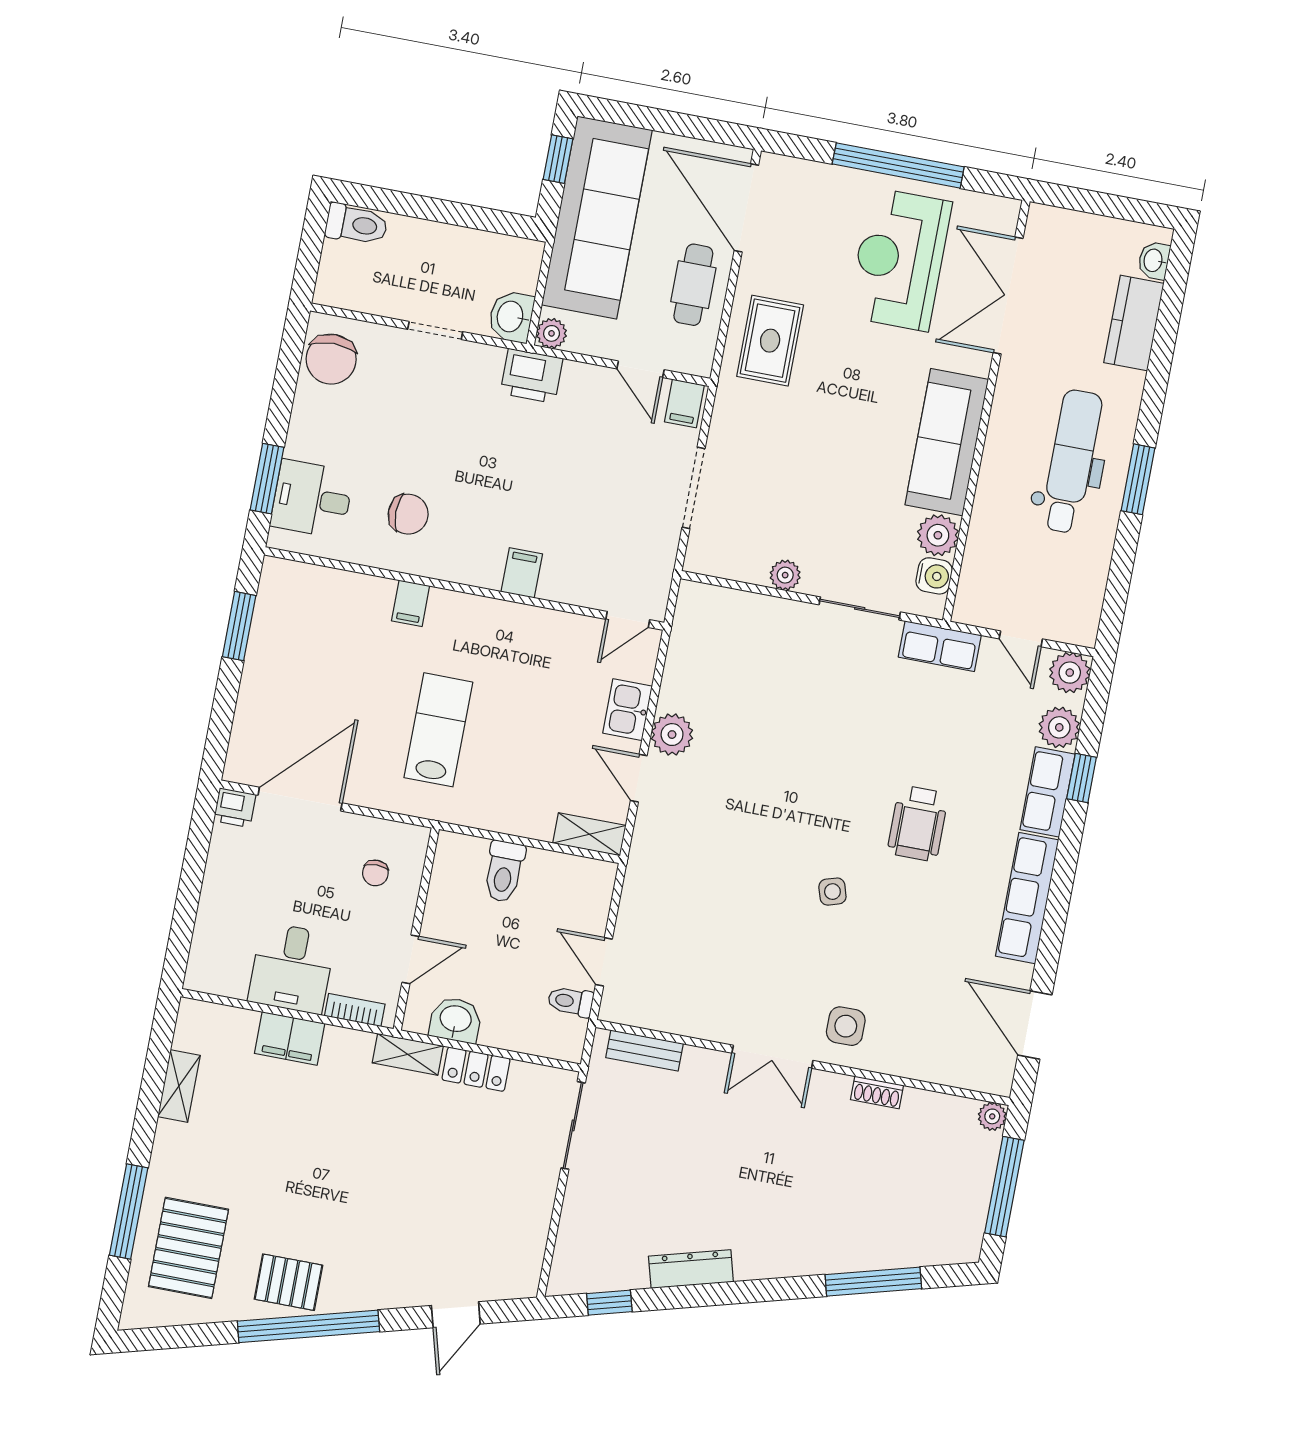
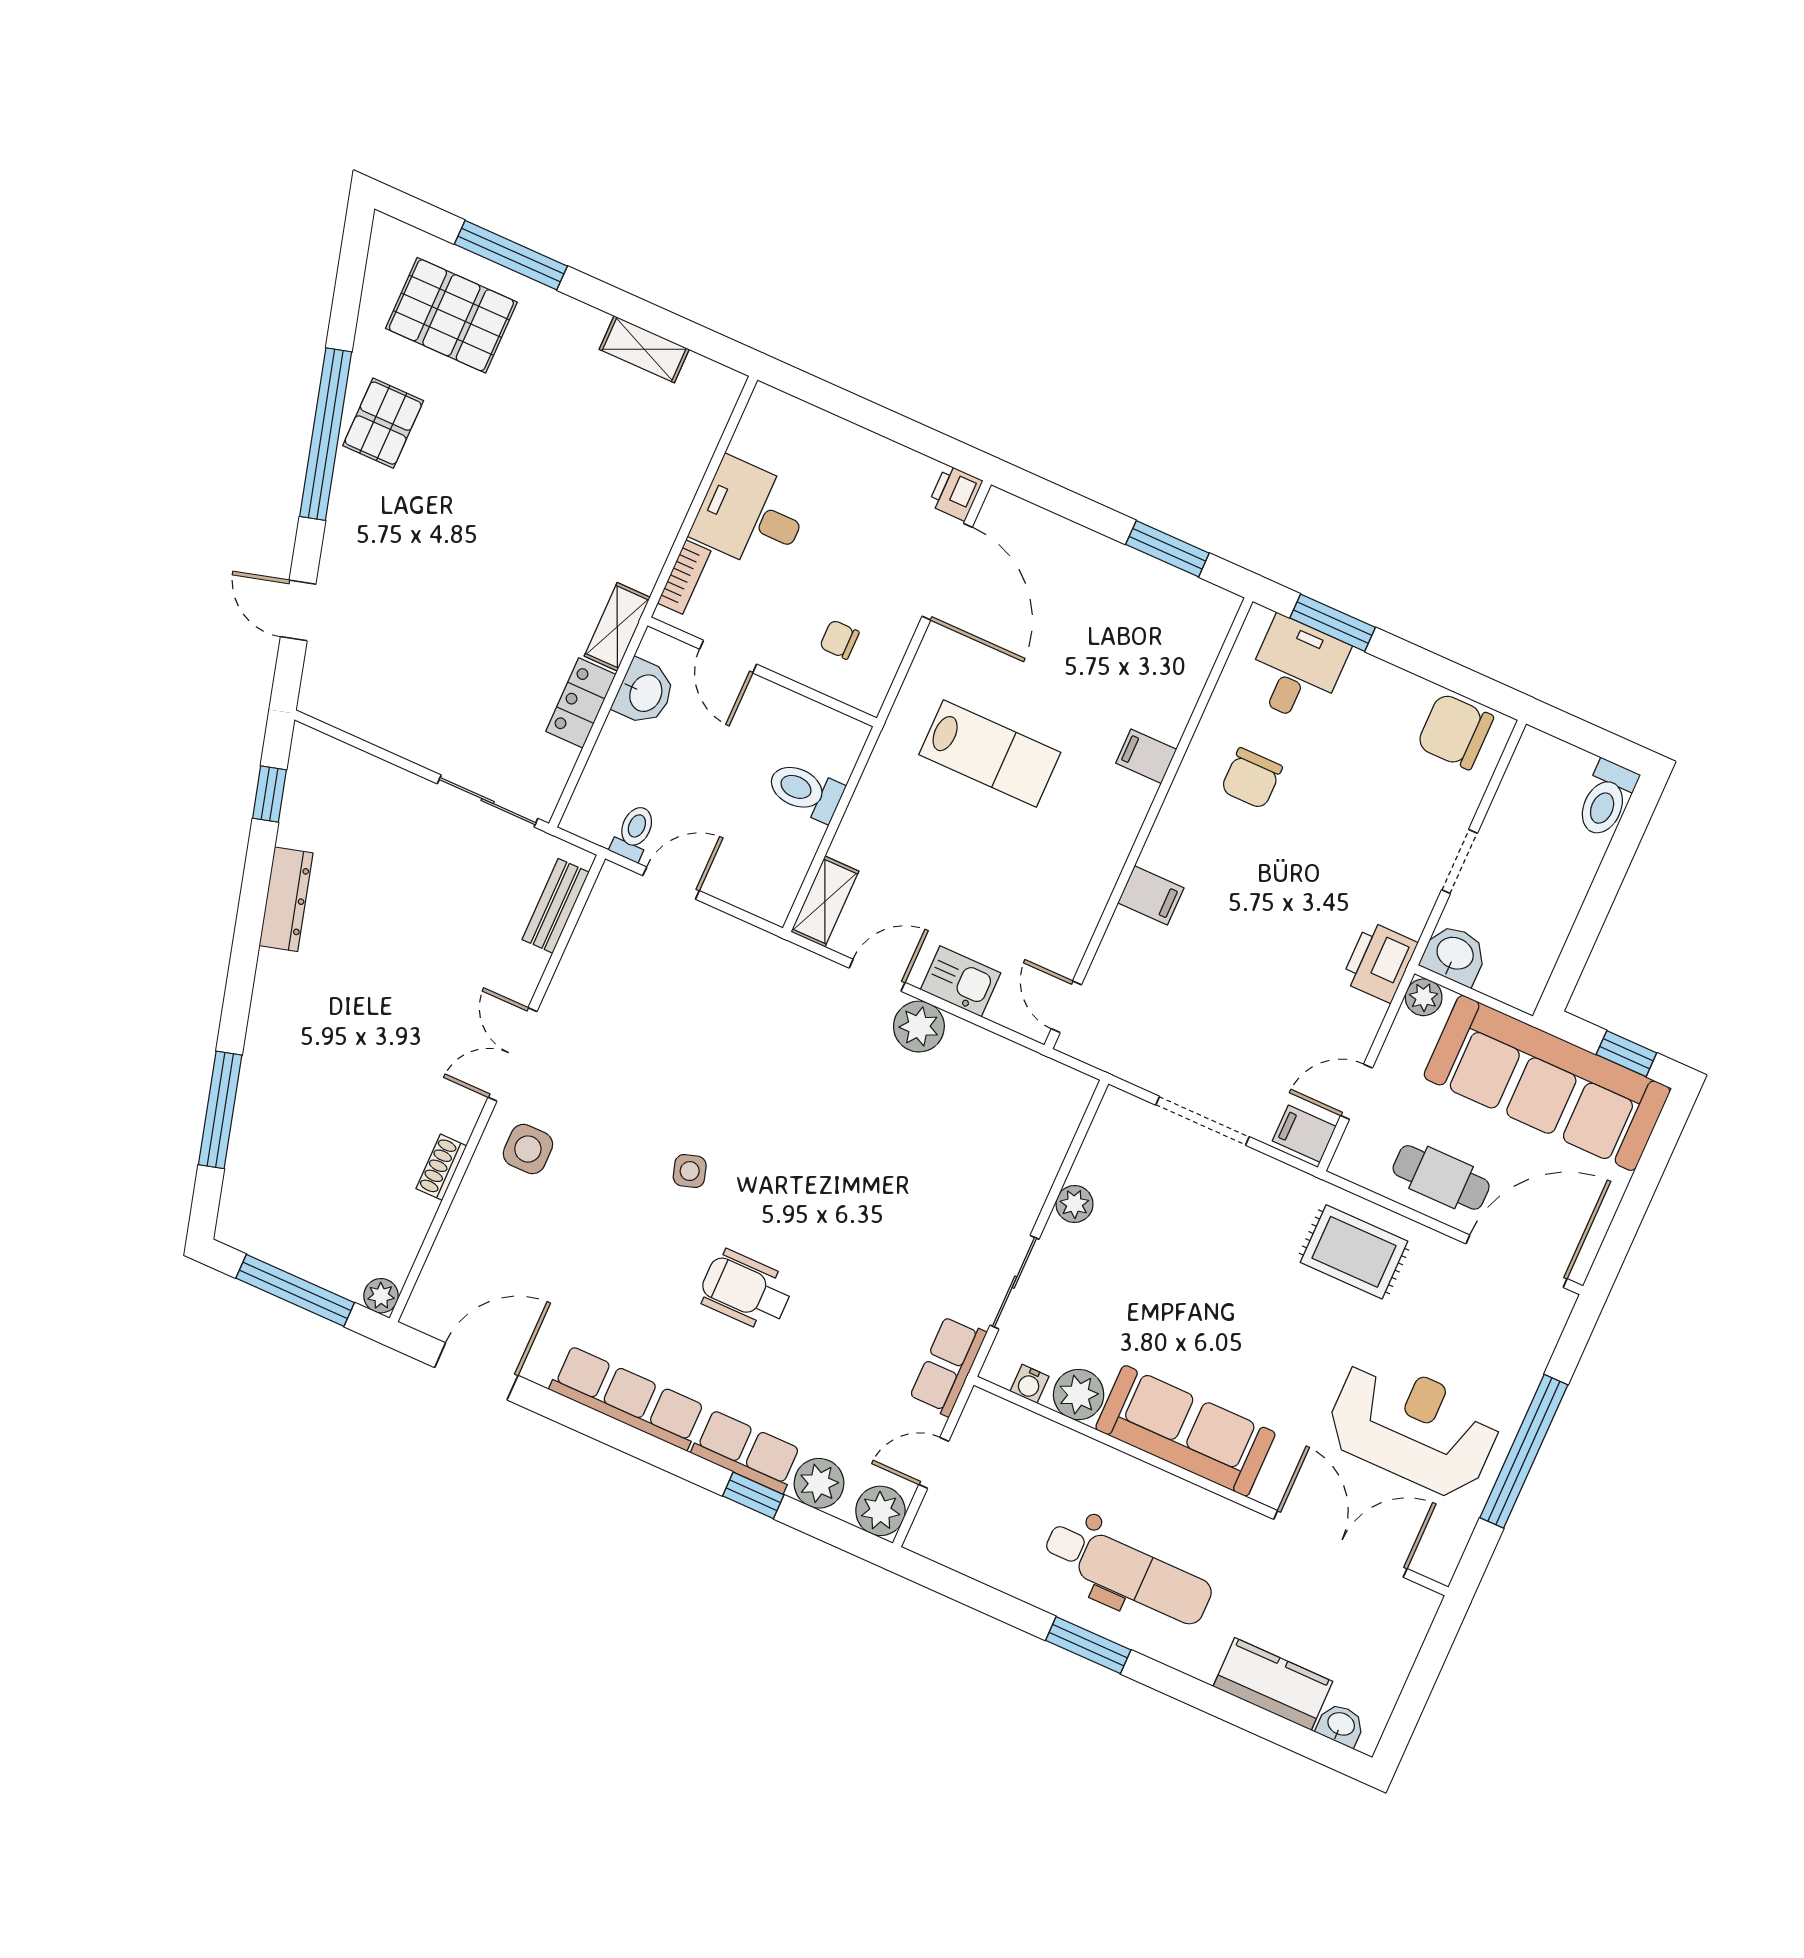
water cooler: (934, 576) -> (1030, 1384), width x0.72, depth x0.72
filing cabinet: (290, 1038) -> (669, 493), removed

